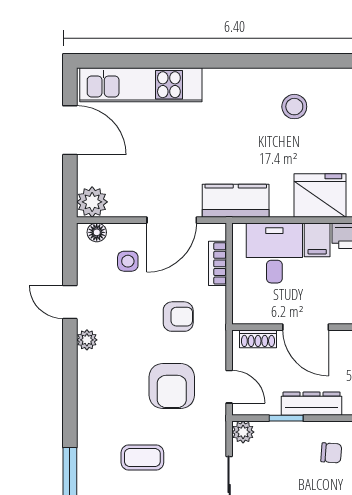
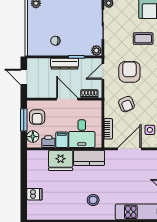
stool: (294, 107) -> (93, 200), moved
kitchen counter: (236, 201) -> (89, 158), moved
armchair: (178, 317) -> (126, 104), turned -112
door: (229, 387) -> (103, 72), hinge flipped

